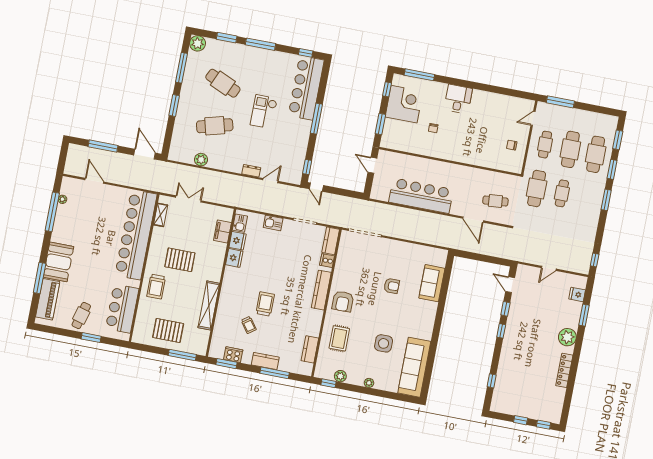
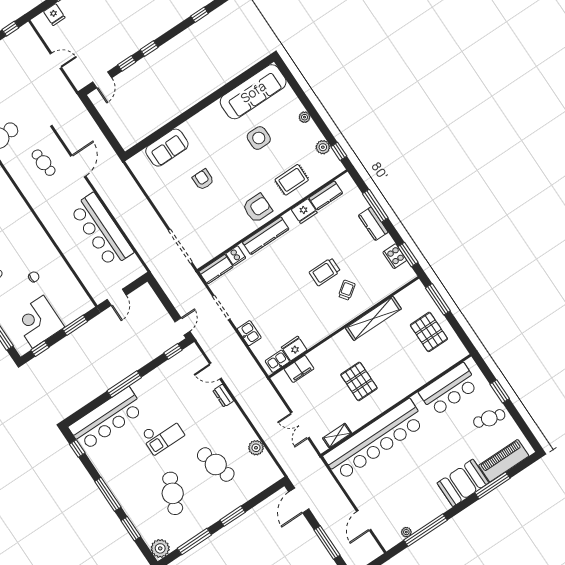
fridge: (234, 258) -> (304, 211), moved, turned 180
trolley: (156, 287) -> (402, 379), removed
trolley: (249, 325) -> (347, 290), moved

